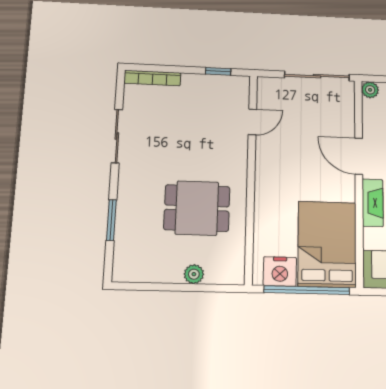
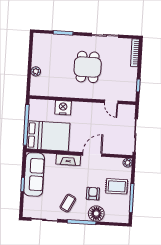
dining table: (197, 208) -> (88, 67), moved
nightstand: (280, 271) -> (63, 108), moved, turned 90

